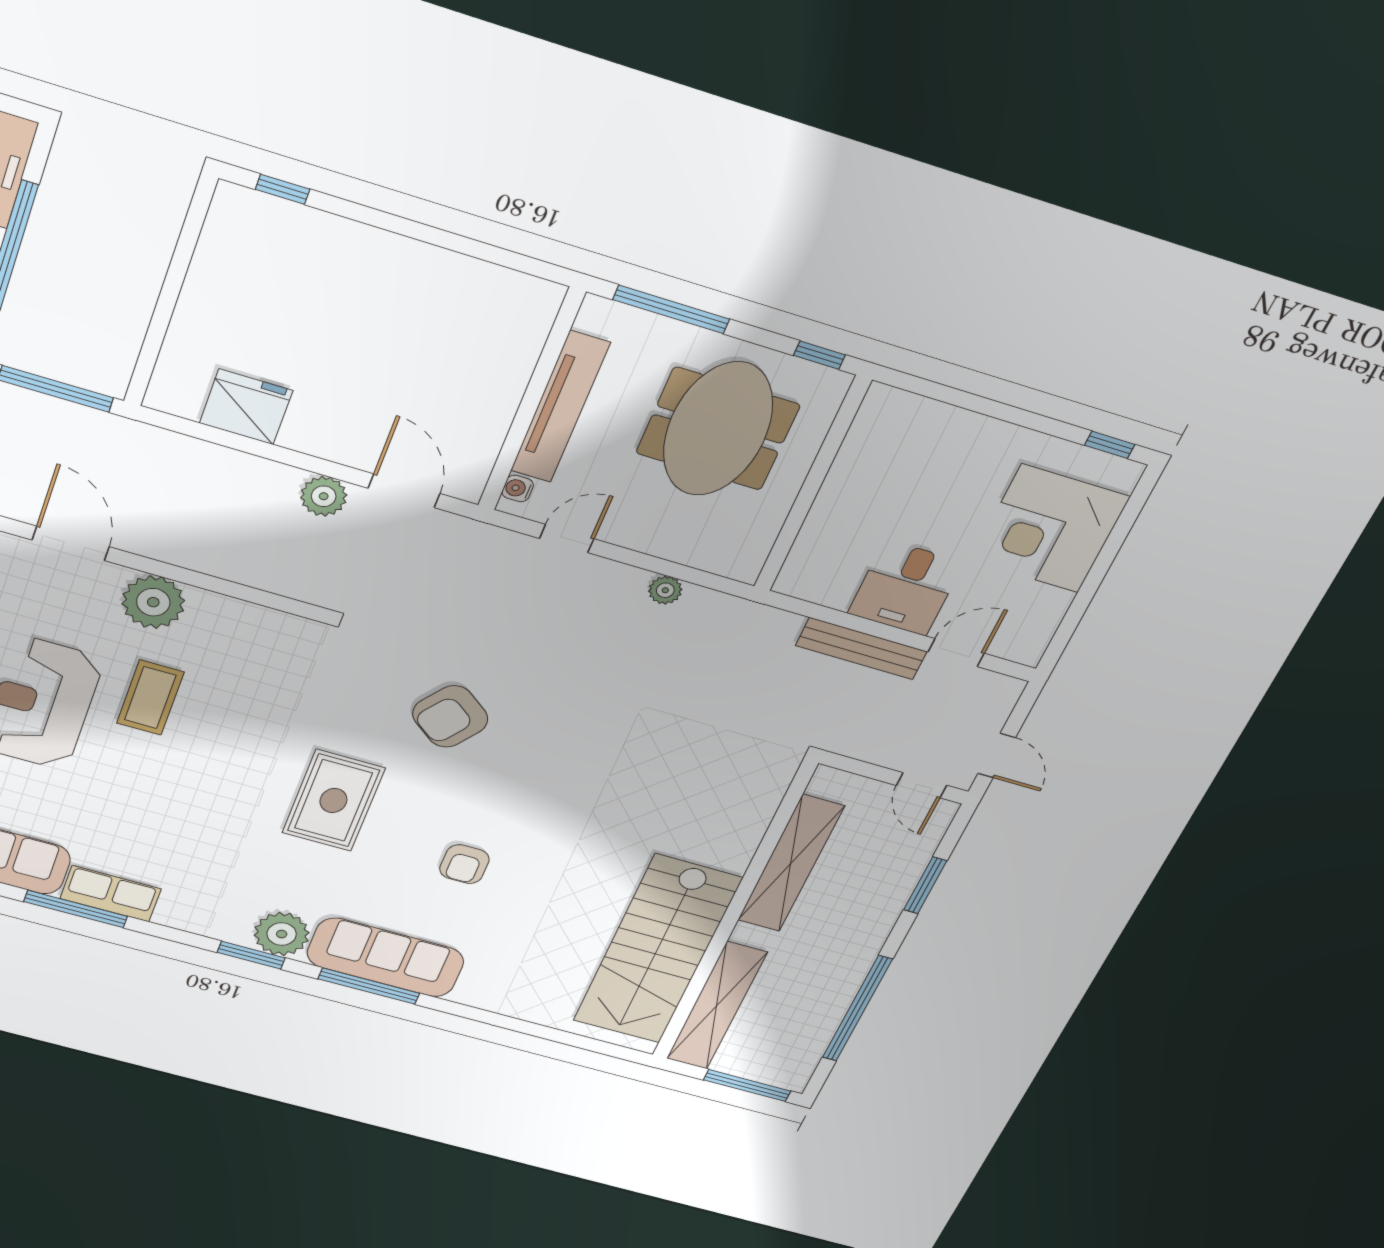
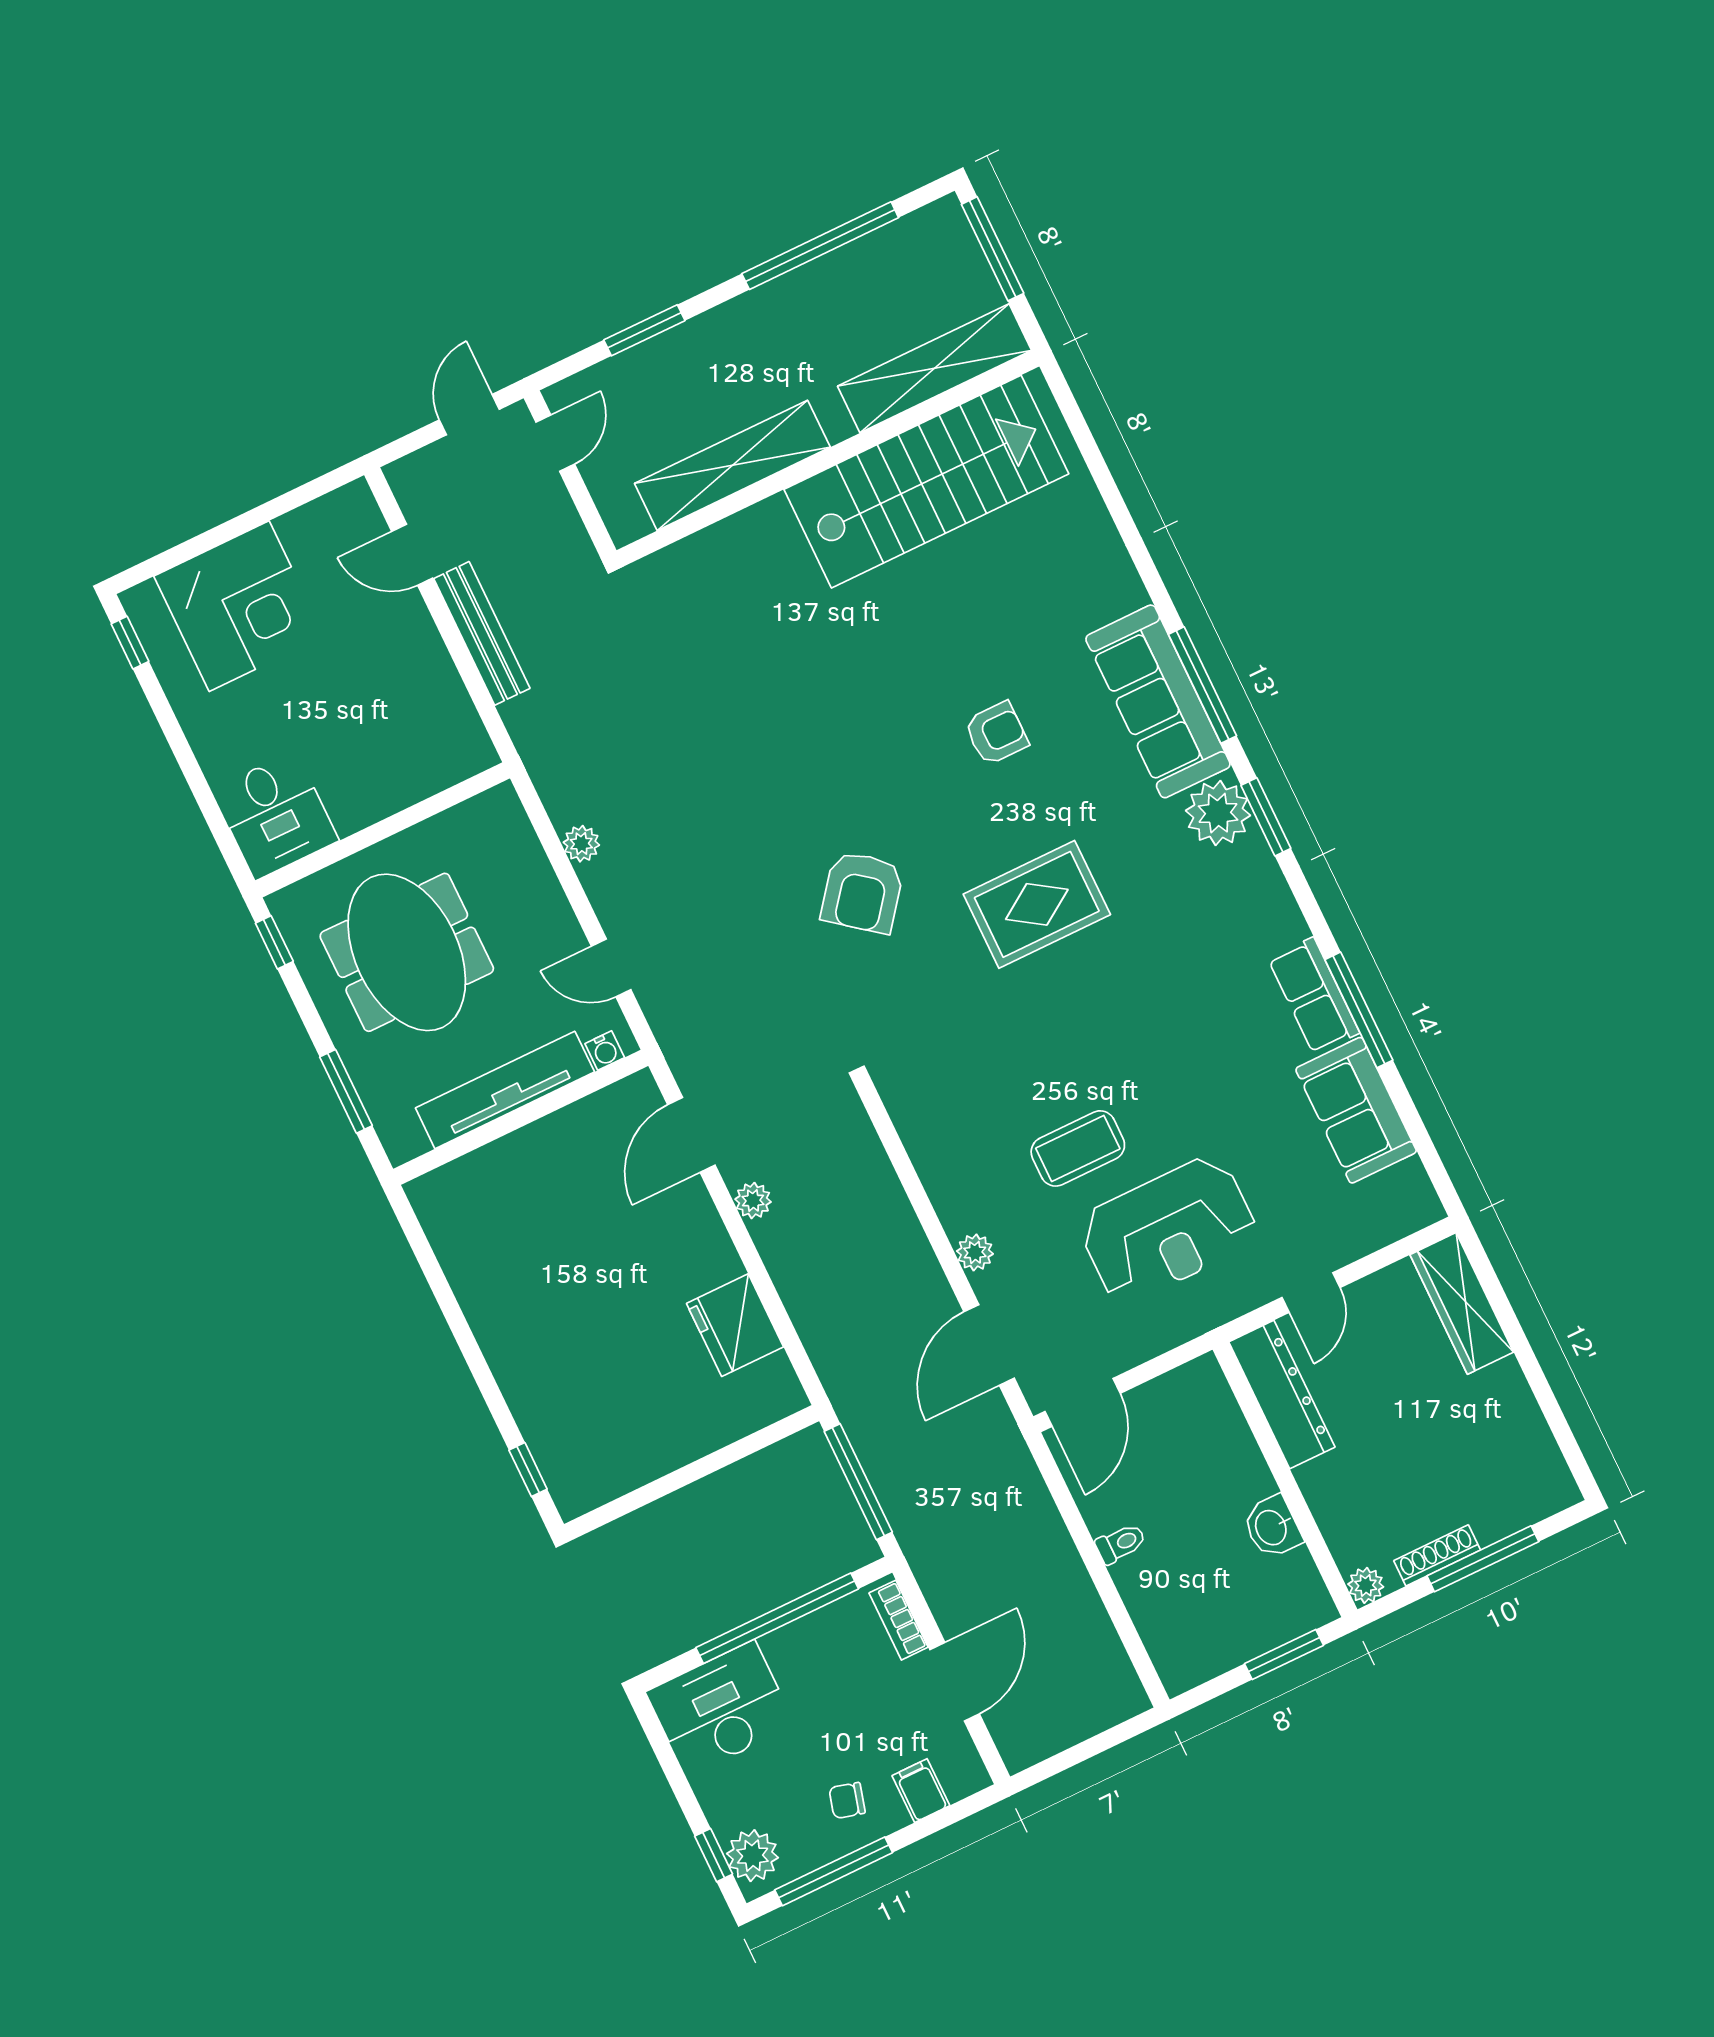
window: (671, 309) -> (346, 1091), width x0.69
meeting table: (718, 429) -> (407, 952), turned 90
plant: (324, 496) -> (753, 1201), width x0.73, depth x0.73
desk: (906, 588) -> (275, 815), moved, turned 90
plant: (153, 602) -> (975, 1252), width x0.53, depth x0.53
armchair: (450, 716) -> (862, 892), turned 91

